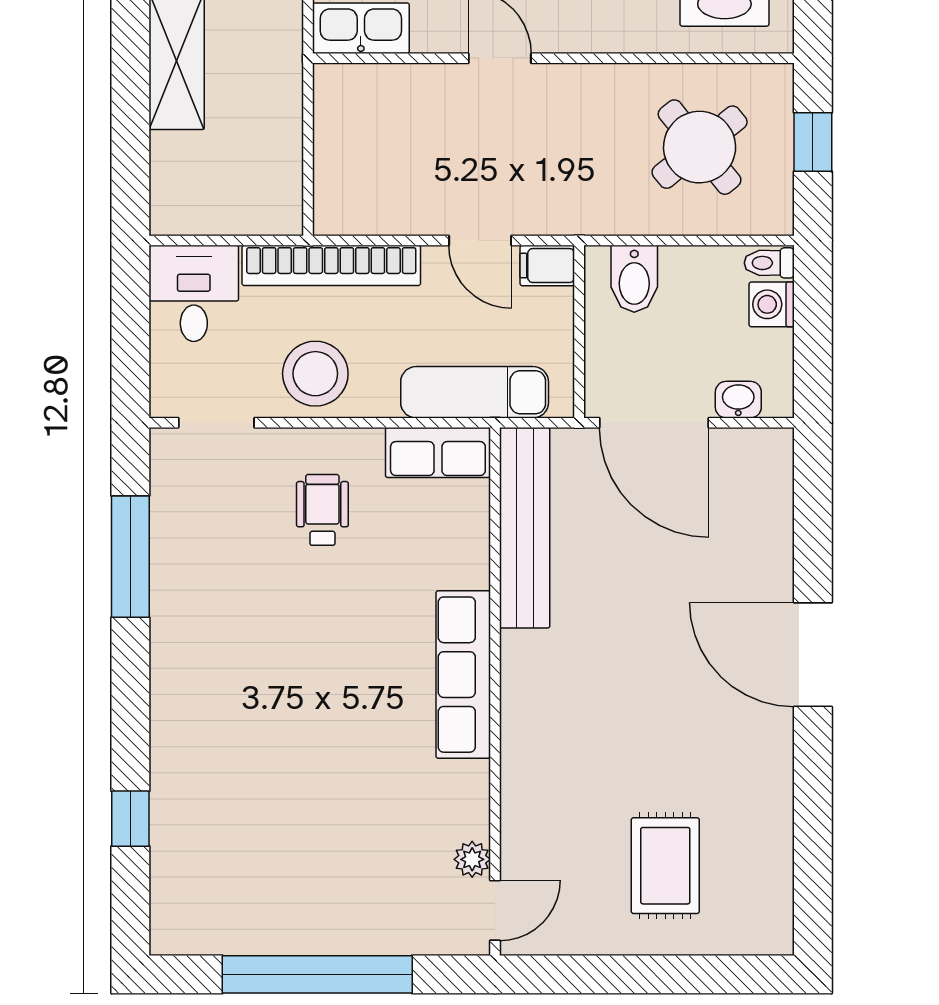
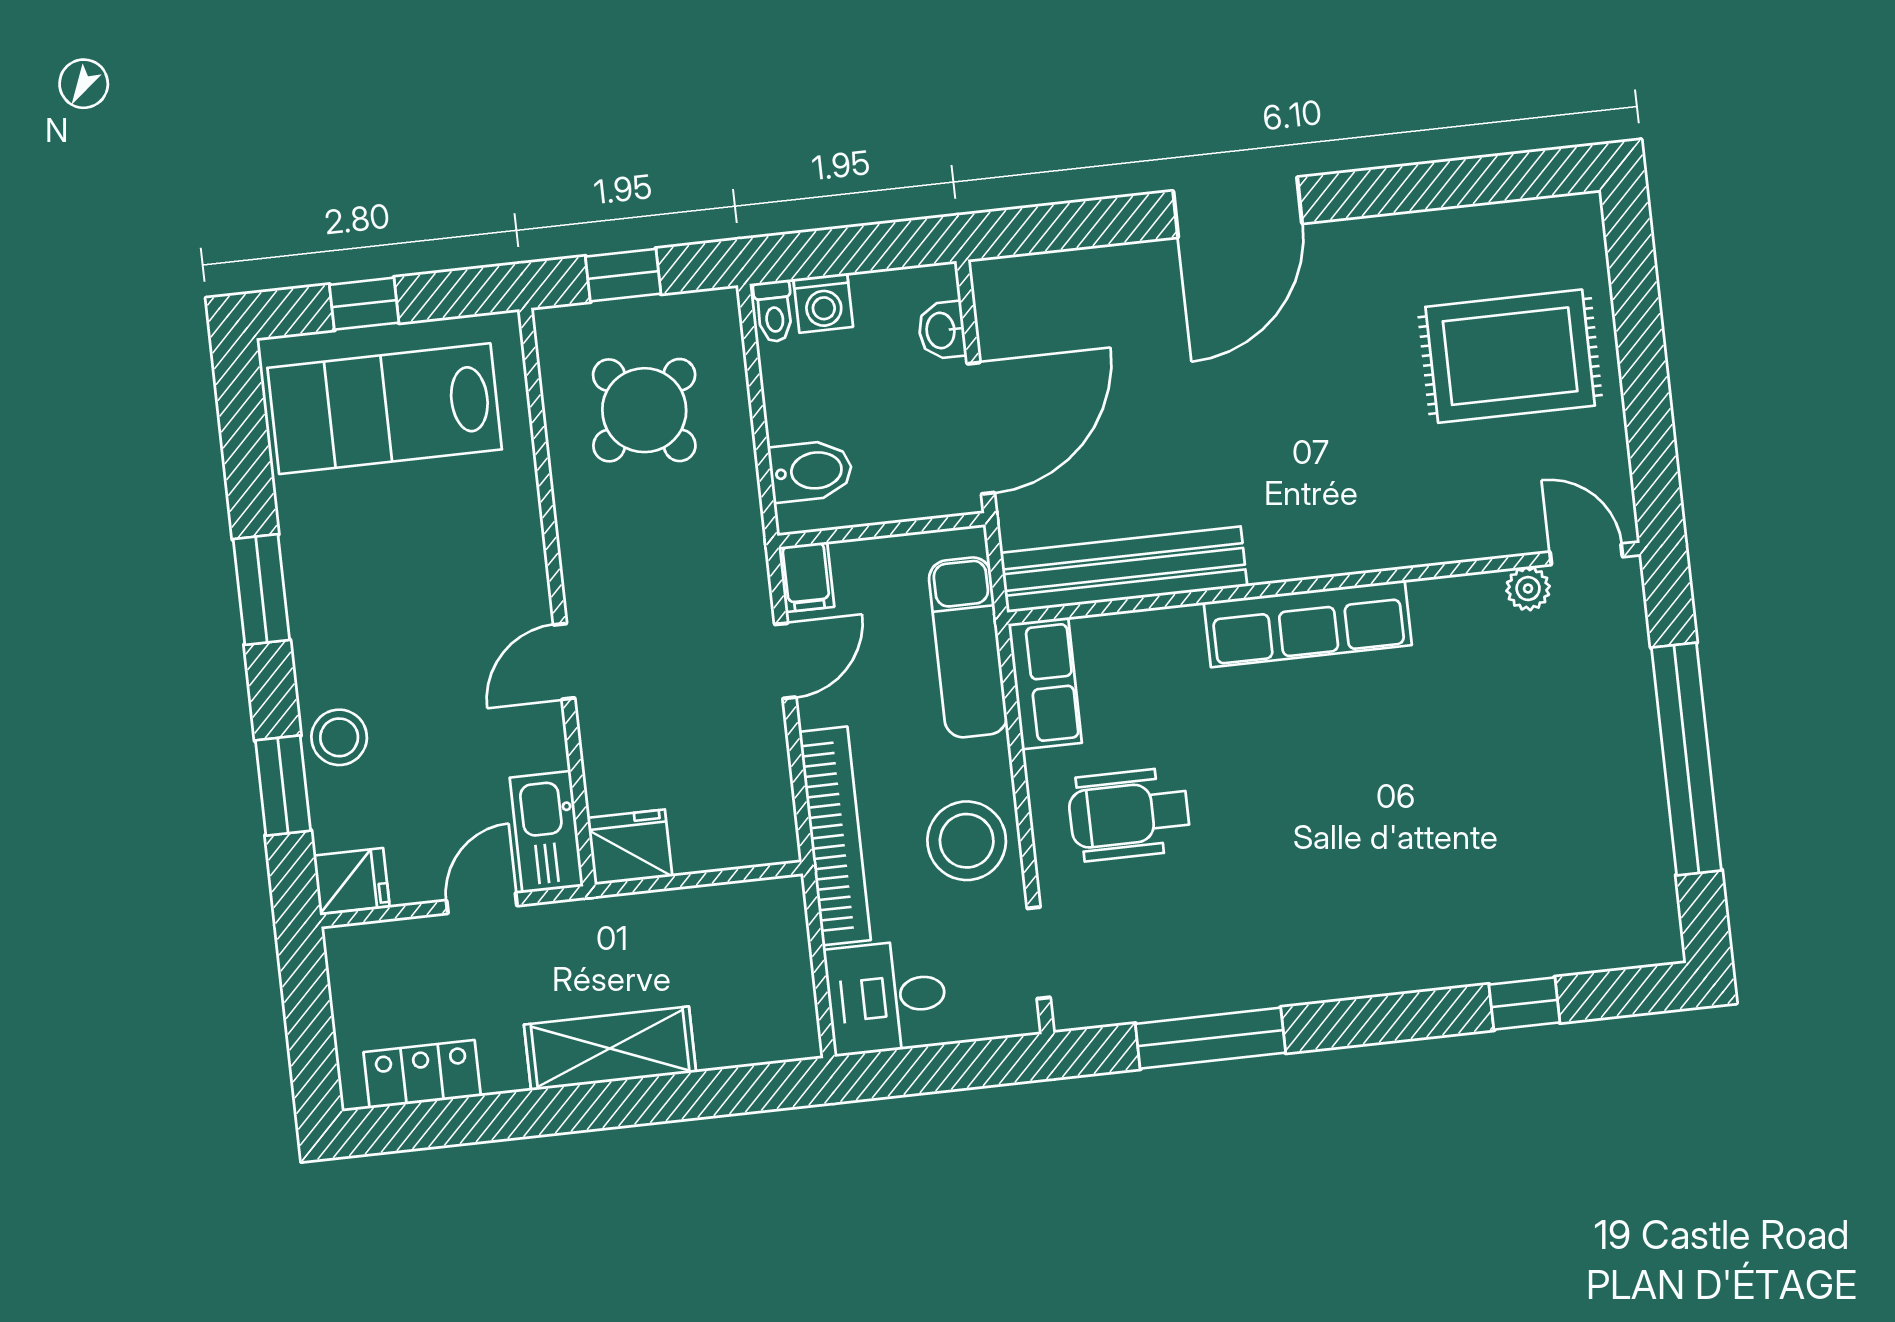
fridge: (341, 95) -> (630, 847), added
wheelchair: (322, 510) -> (1129, 814), width x1.36, depth x1.37
rug: (665, 866) -> (1510, 356), width x1.36, depth x1.43

